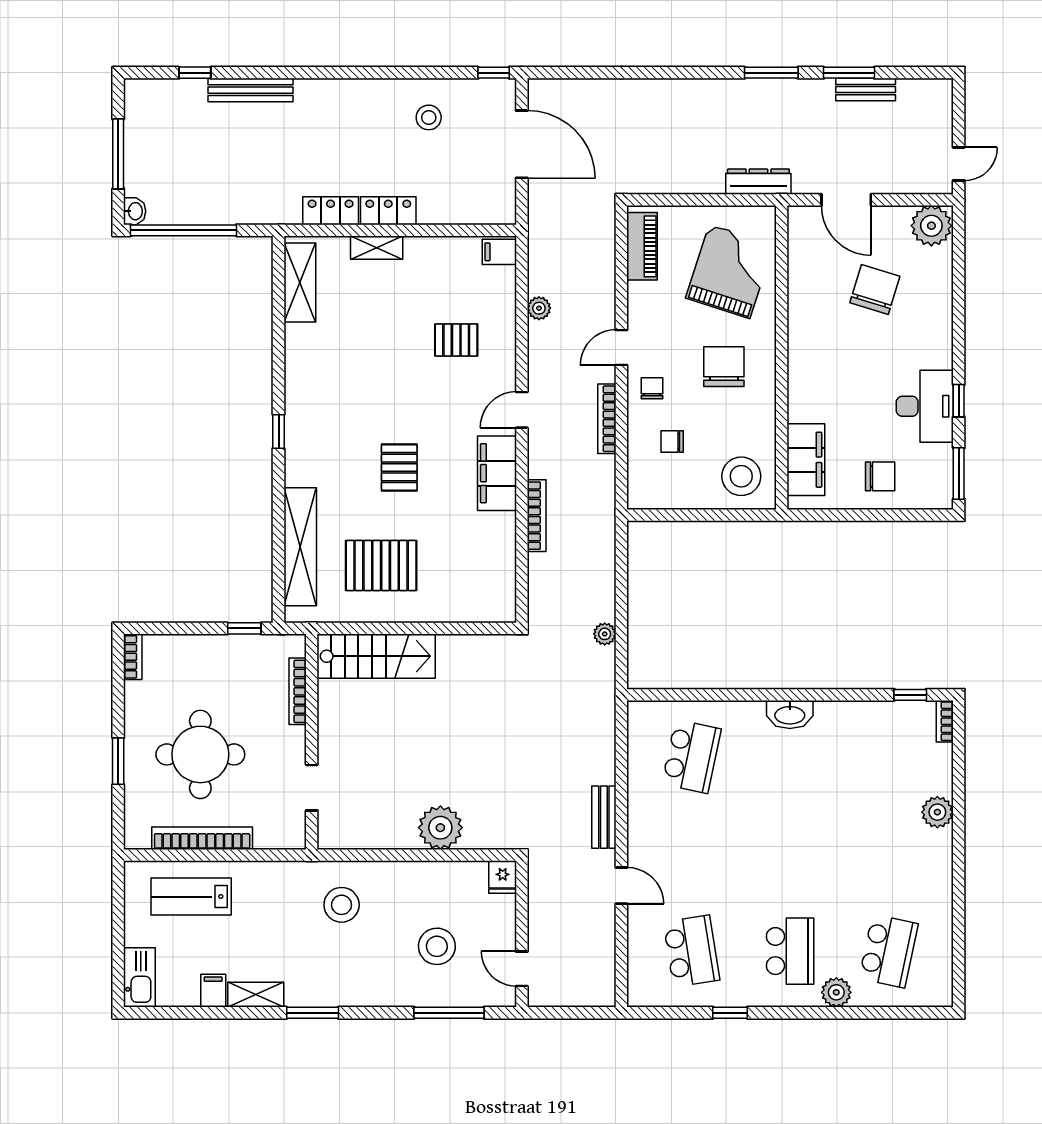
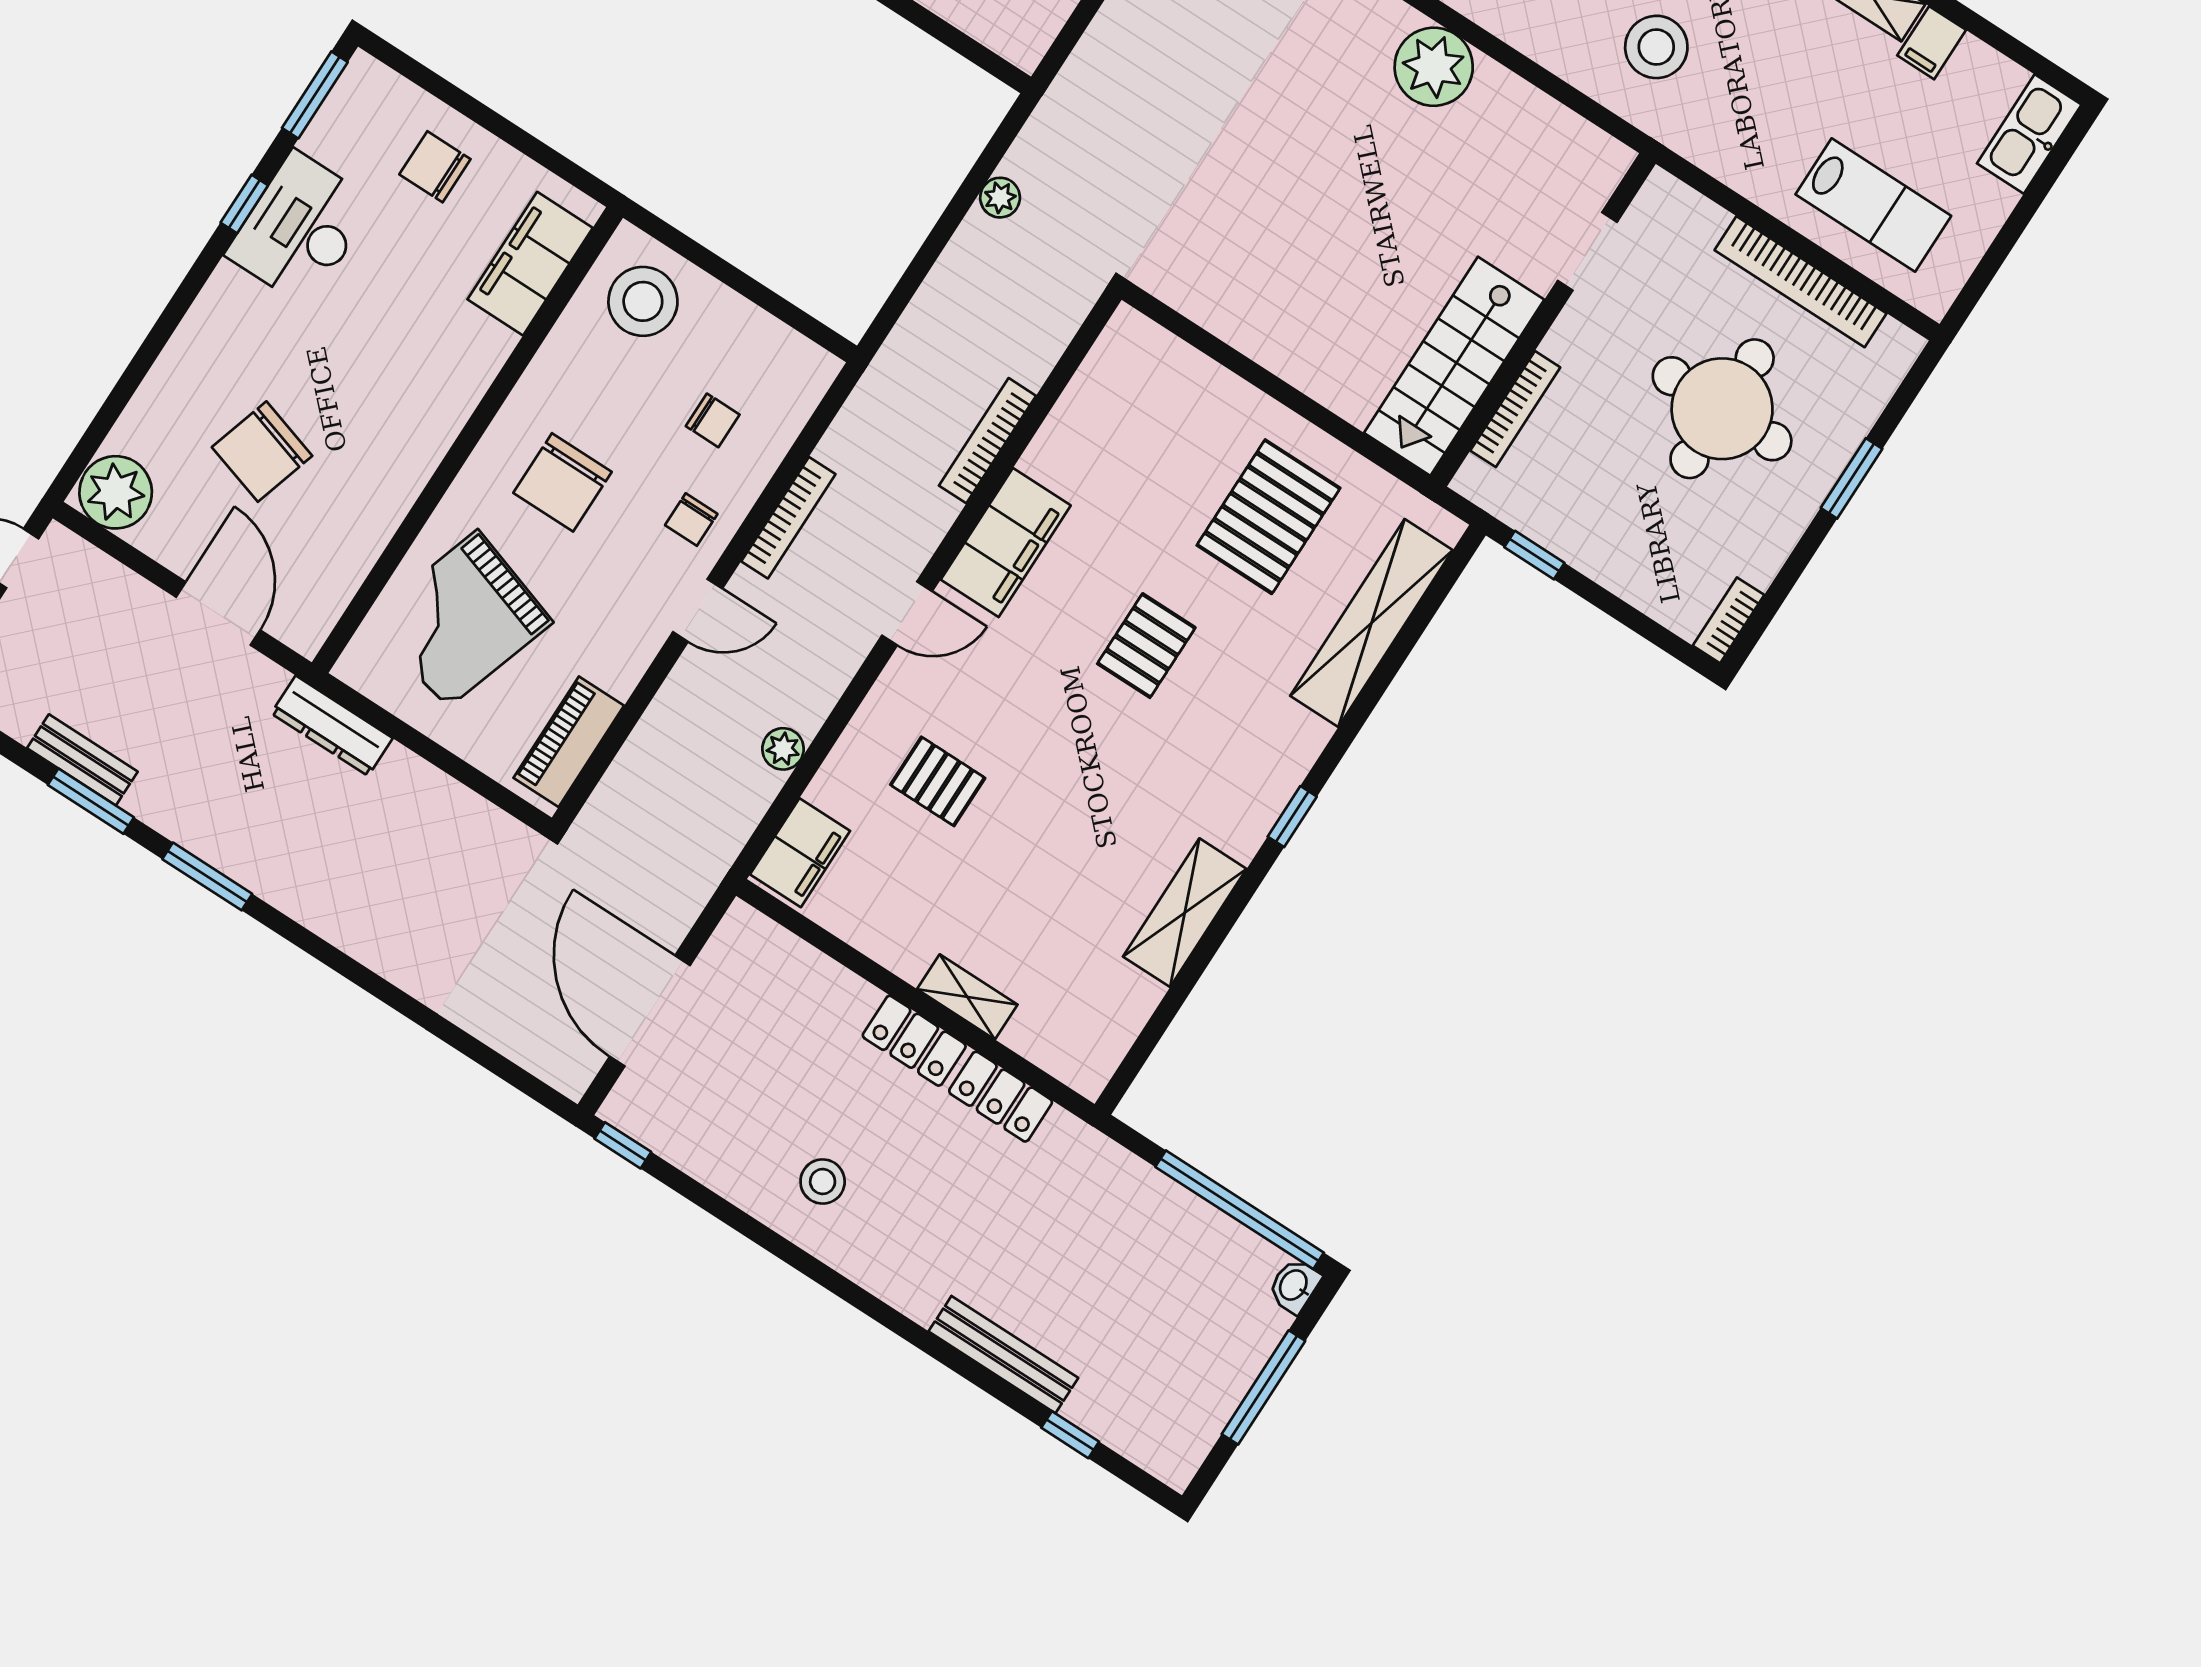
stool: (429, 117) -> (823, 1182), moved
filing cabinet: (499, 252) -> (800, 853), width x2.00
shelving: (300, 283) -> (1185, 913), moved
pallet: (381, 565) -> (1268, 517), turned 90
stairs: (376, 656) -> (1454, 366), moved, turned -90

